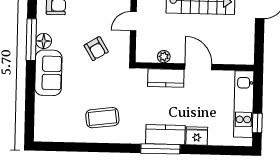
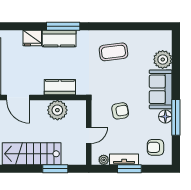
armchair: (96, 49) -> (120, 111), turned 111
plant: (164, 57) -> (57, 110), width x1.87, depth x1.87
door: (198, 67) -> (18, 97), moved
plant: (45, 107) -> (163, 59), added

